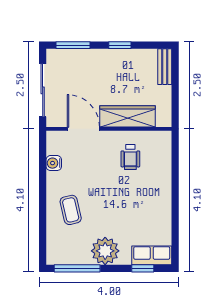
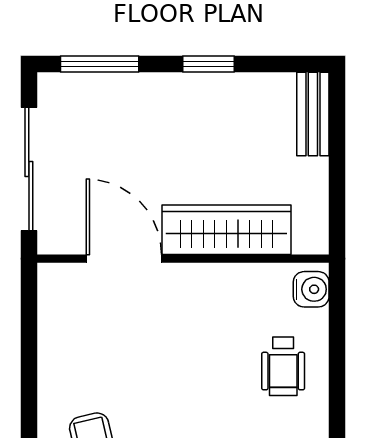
wheelchair: (130, 157) -> (283, 366), moved
water cooler: (54, 163) -> (311, 289), moved, turned 180

